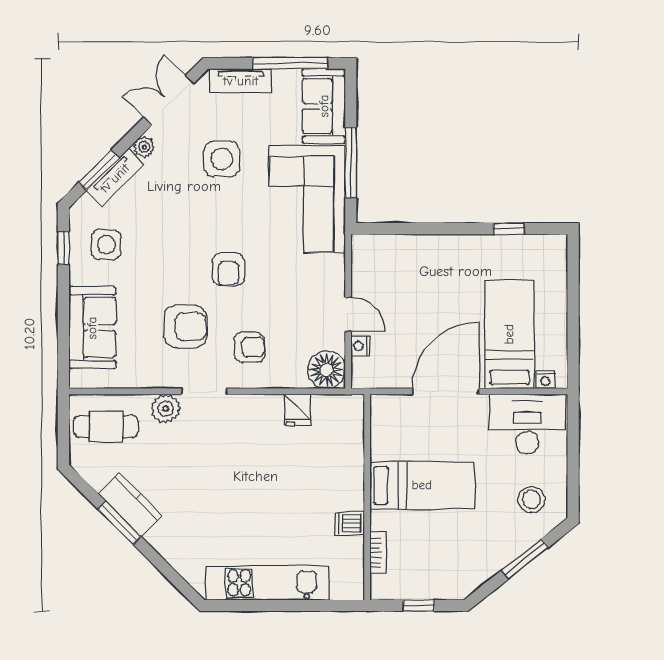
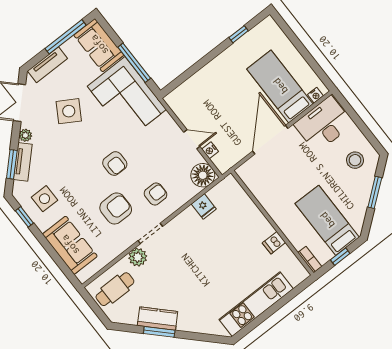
side table: (222, 159) -> (69, 111), turned 31
bed: (422, 485) -> (327, 220), moved, turned -90
bookcase: (378, 553) -> (310, 260), moved

